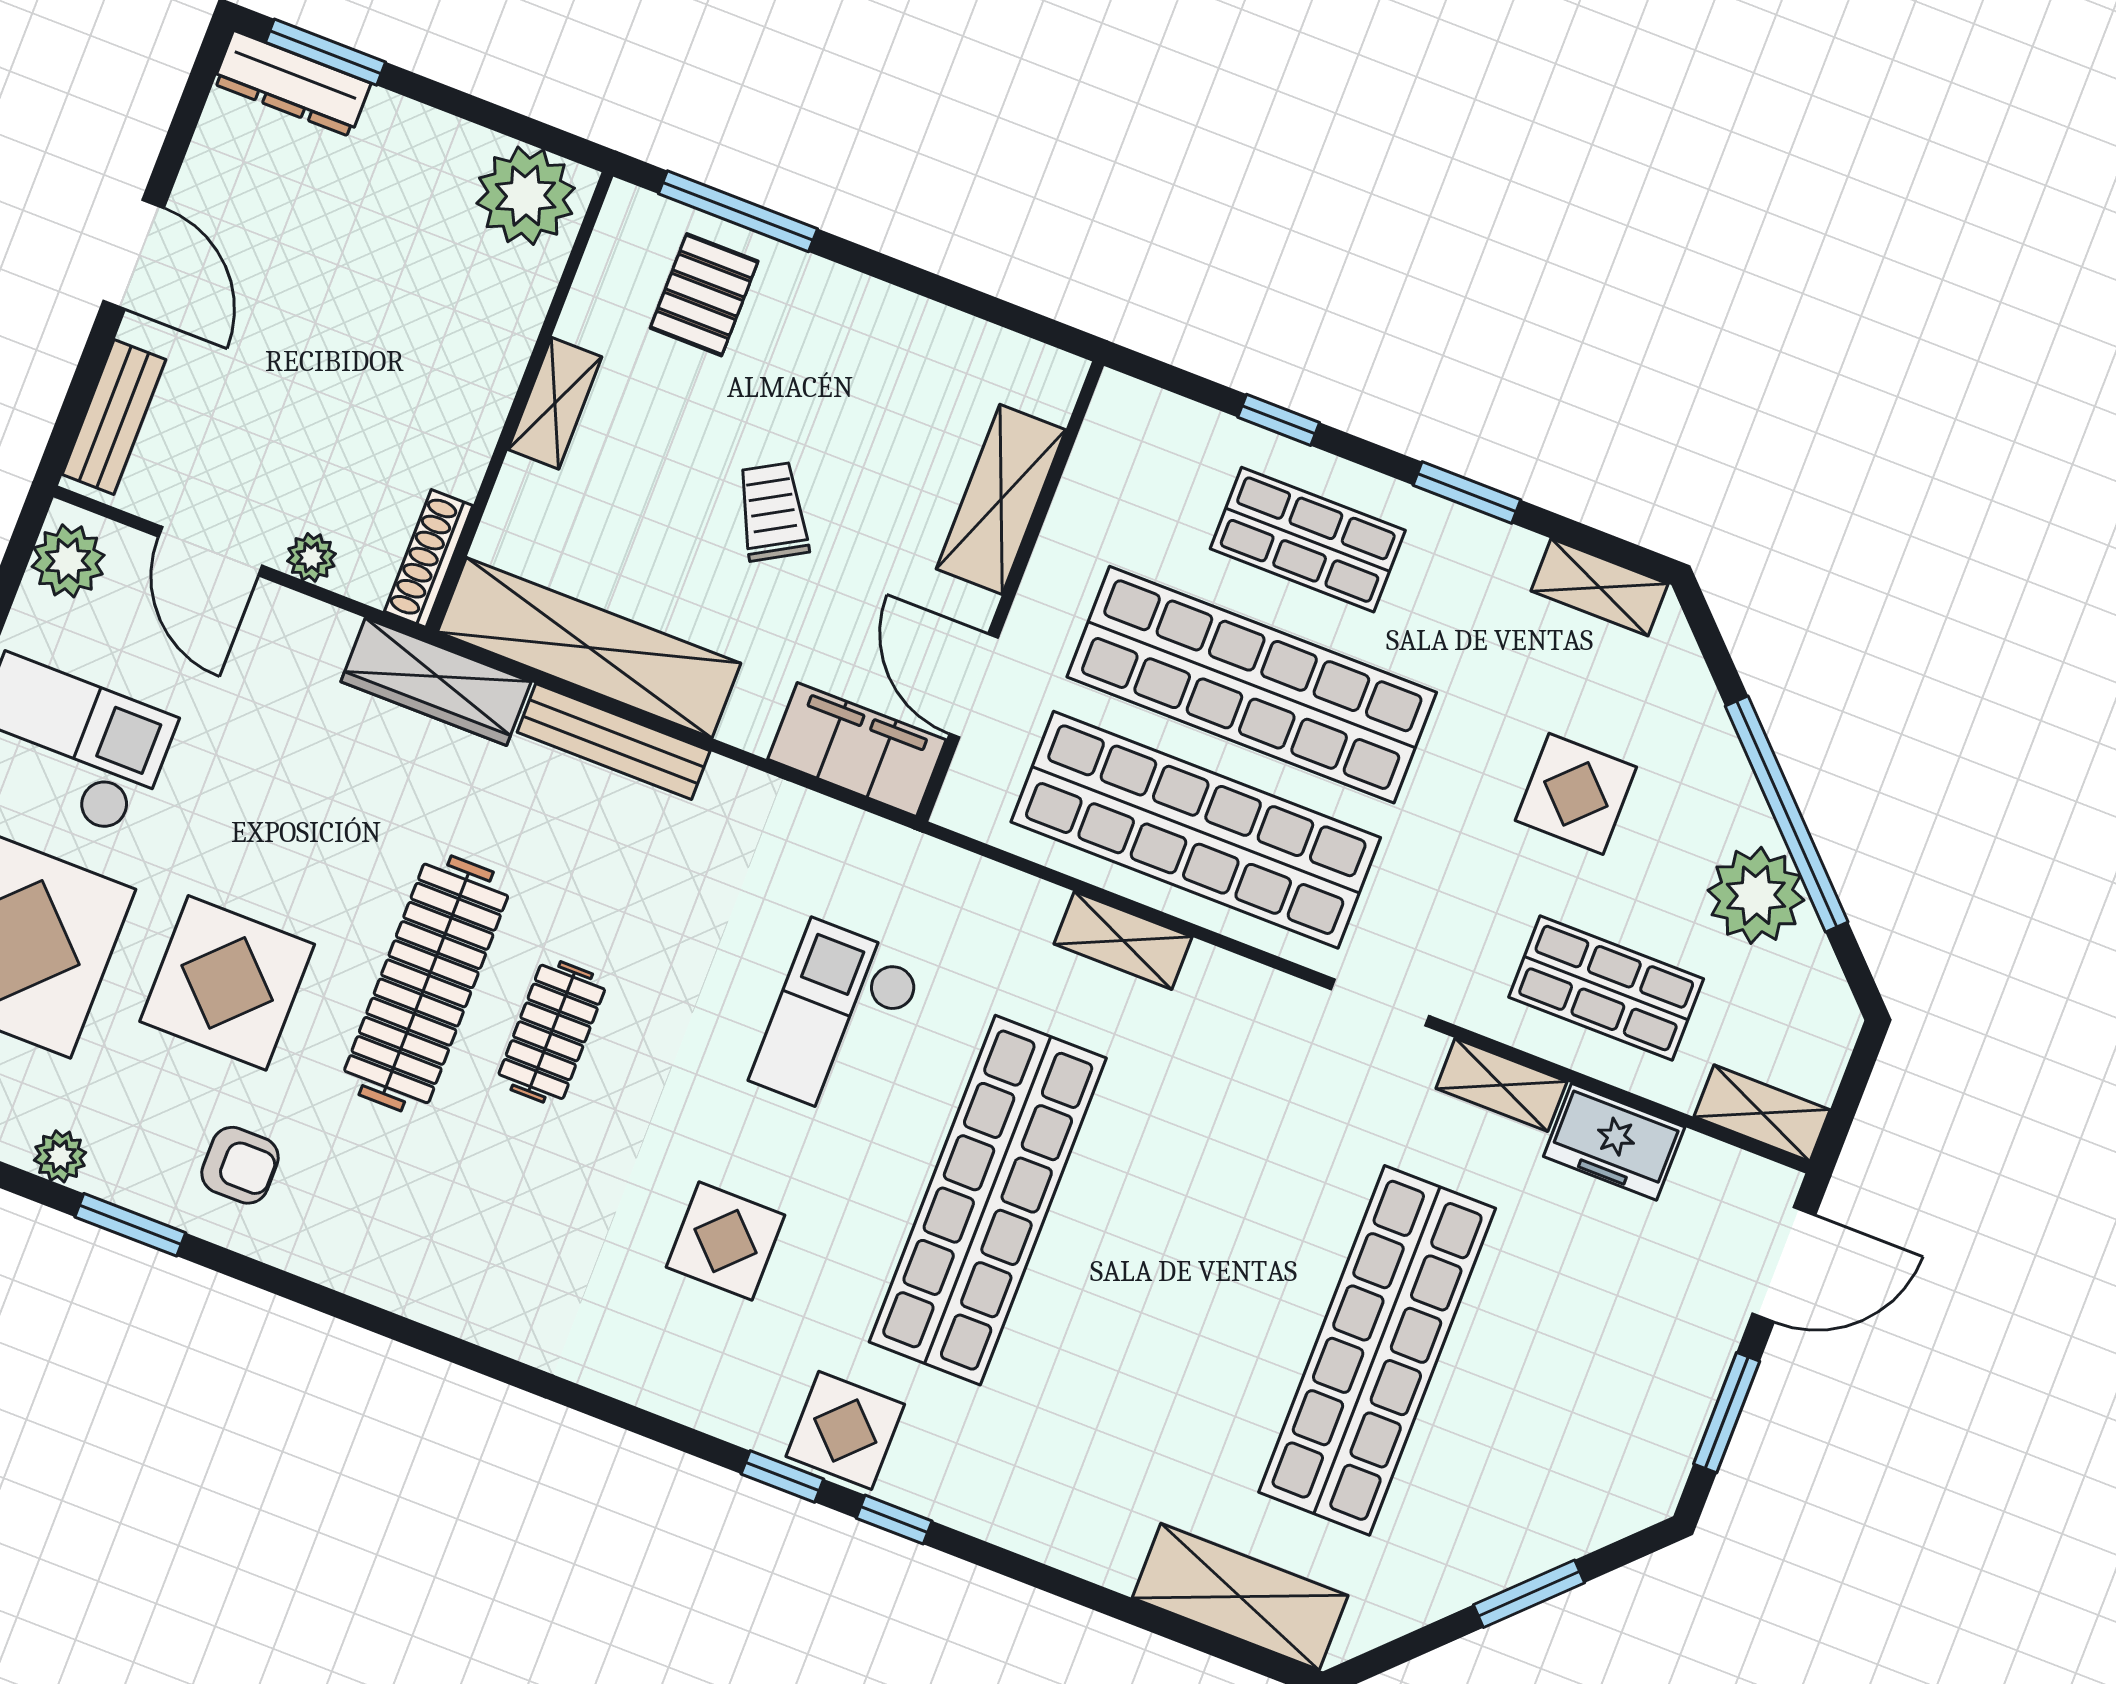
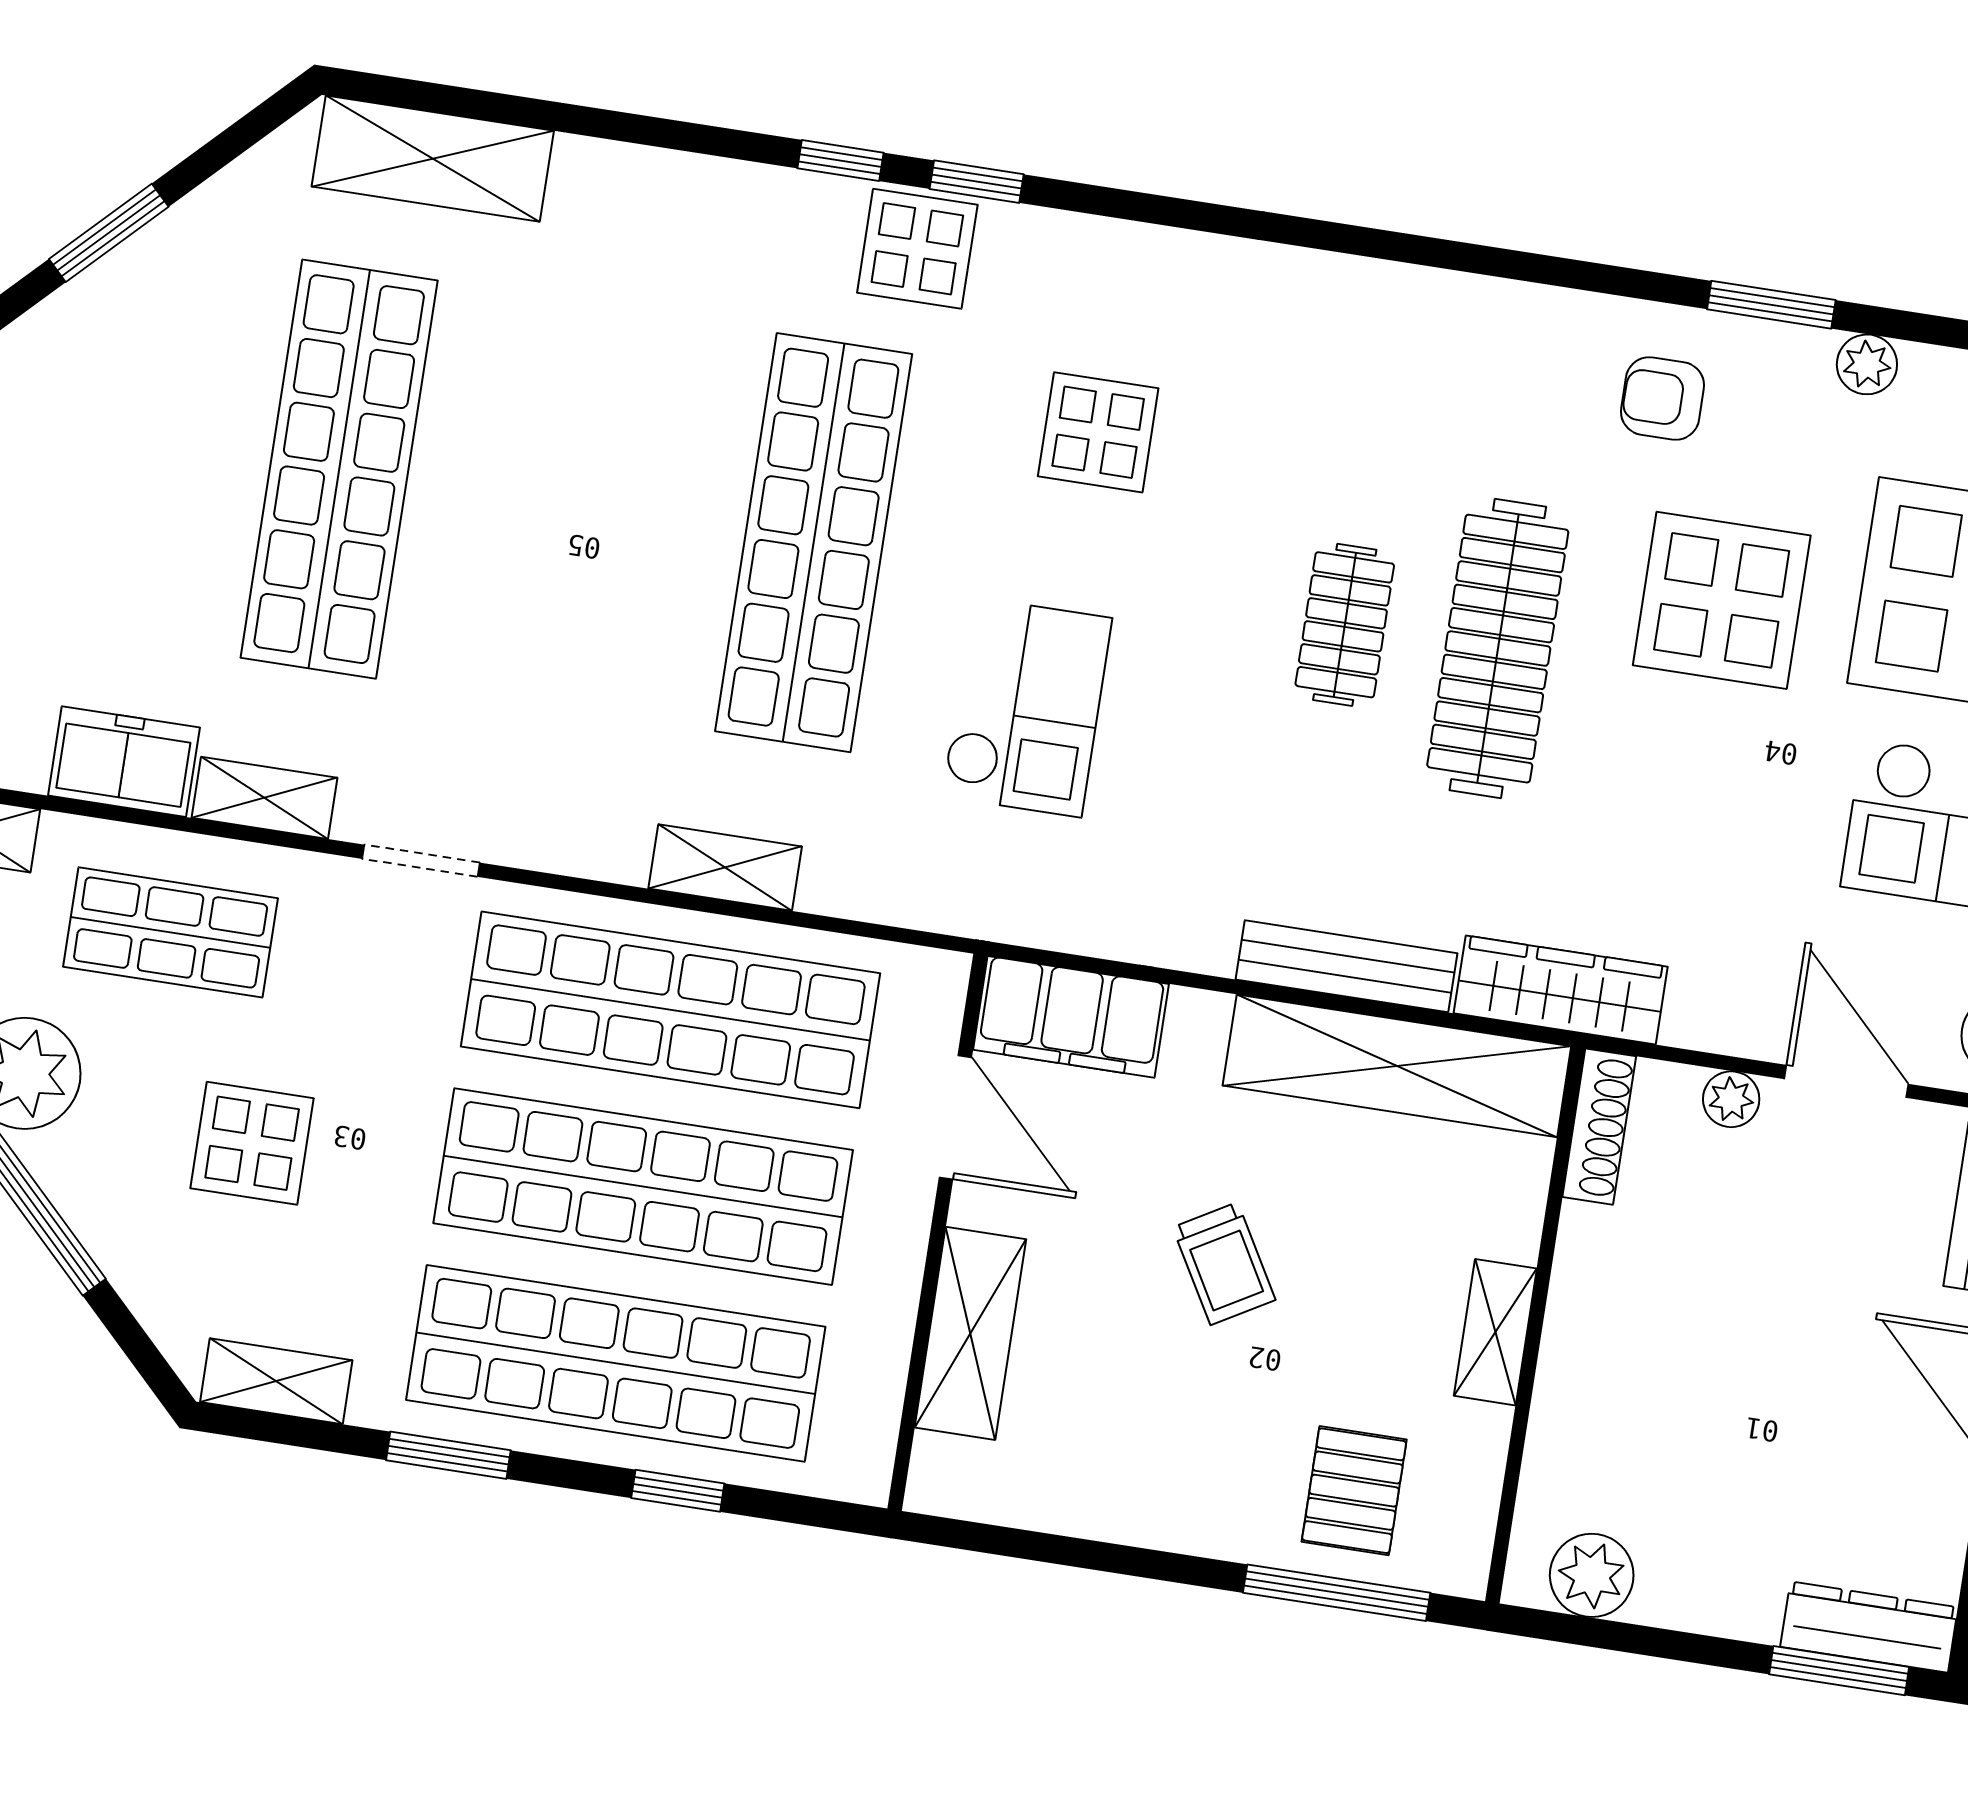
plant: (526, 196) -> (1592, 1575), width x0.73, depth x0.73
shop shelf: (1308, 540) -> (616, 1363), width x2.00, depth x1.36

